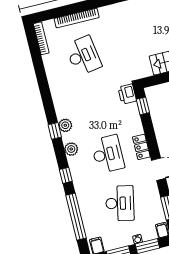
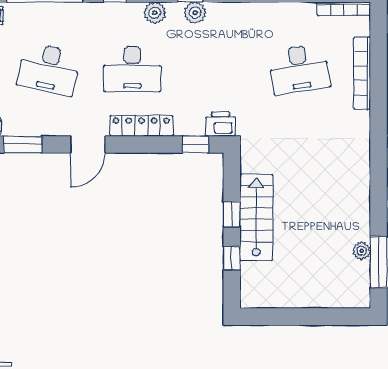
locker: (141, 147) -> (141, 126), width x1.53

